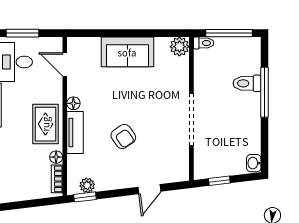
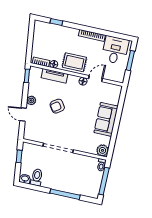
door: (65, 64) -> (96, 79), moved
toilet: (247, 83) -> (37, 177), moved
tv unit: (75, 132) -> (54, 76), moved
plant: (87, 185) -> (31, 100), moved

